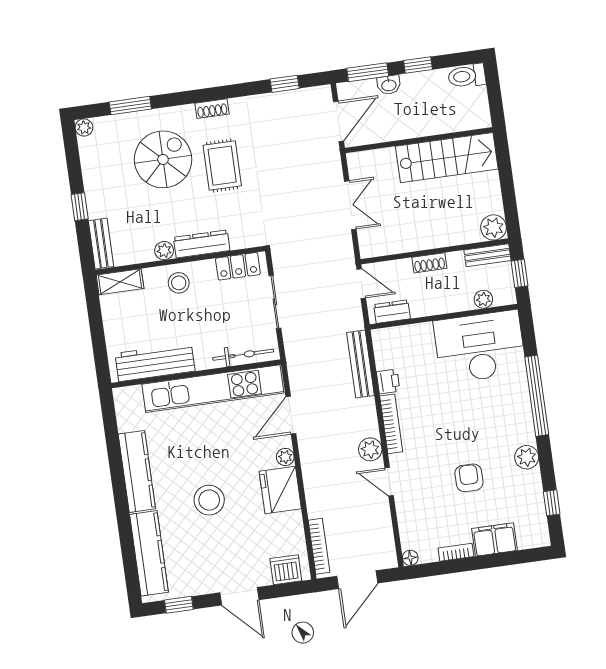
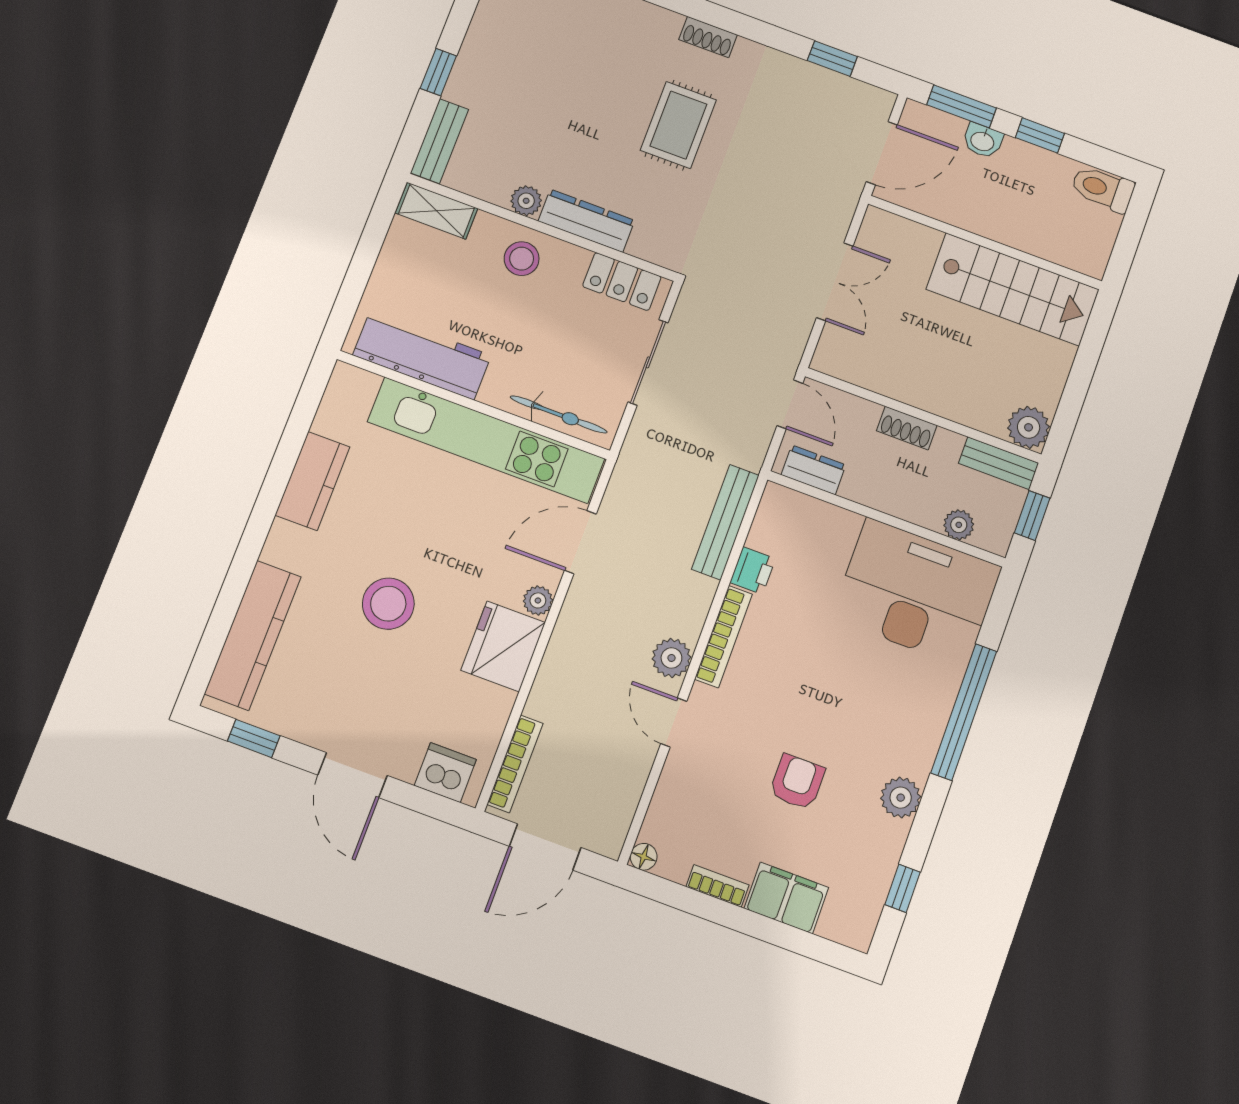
spiral stairs: (163, 159) -> (597, 70), removed
kitchen counter: (137, 471) -> (312, 481), width x0.67

